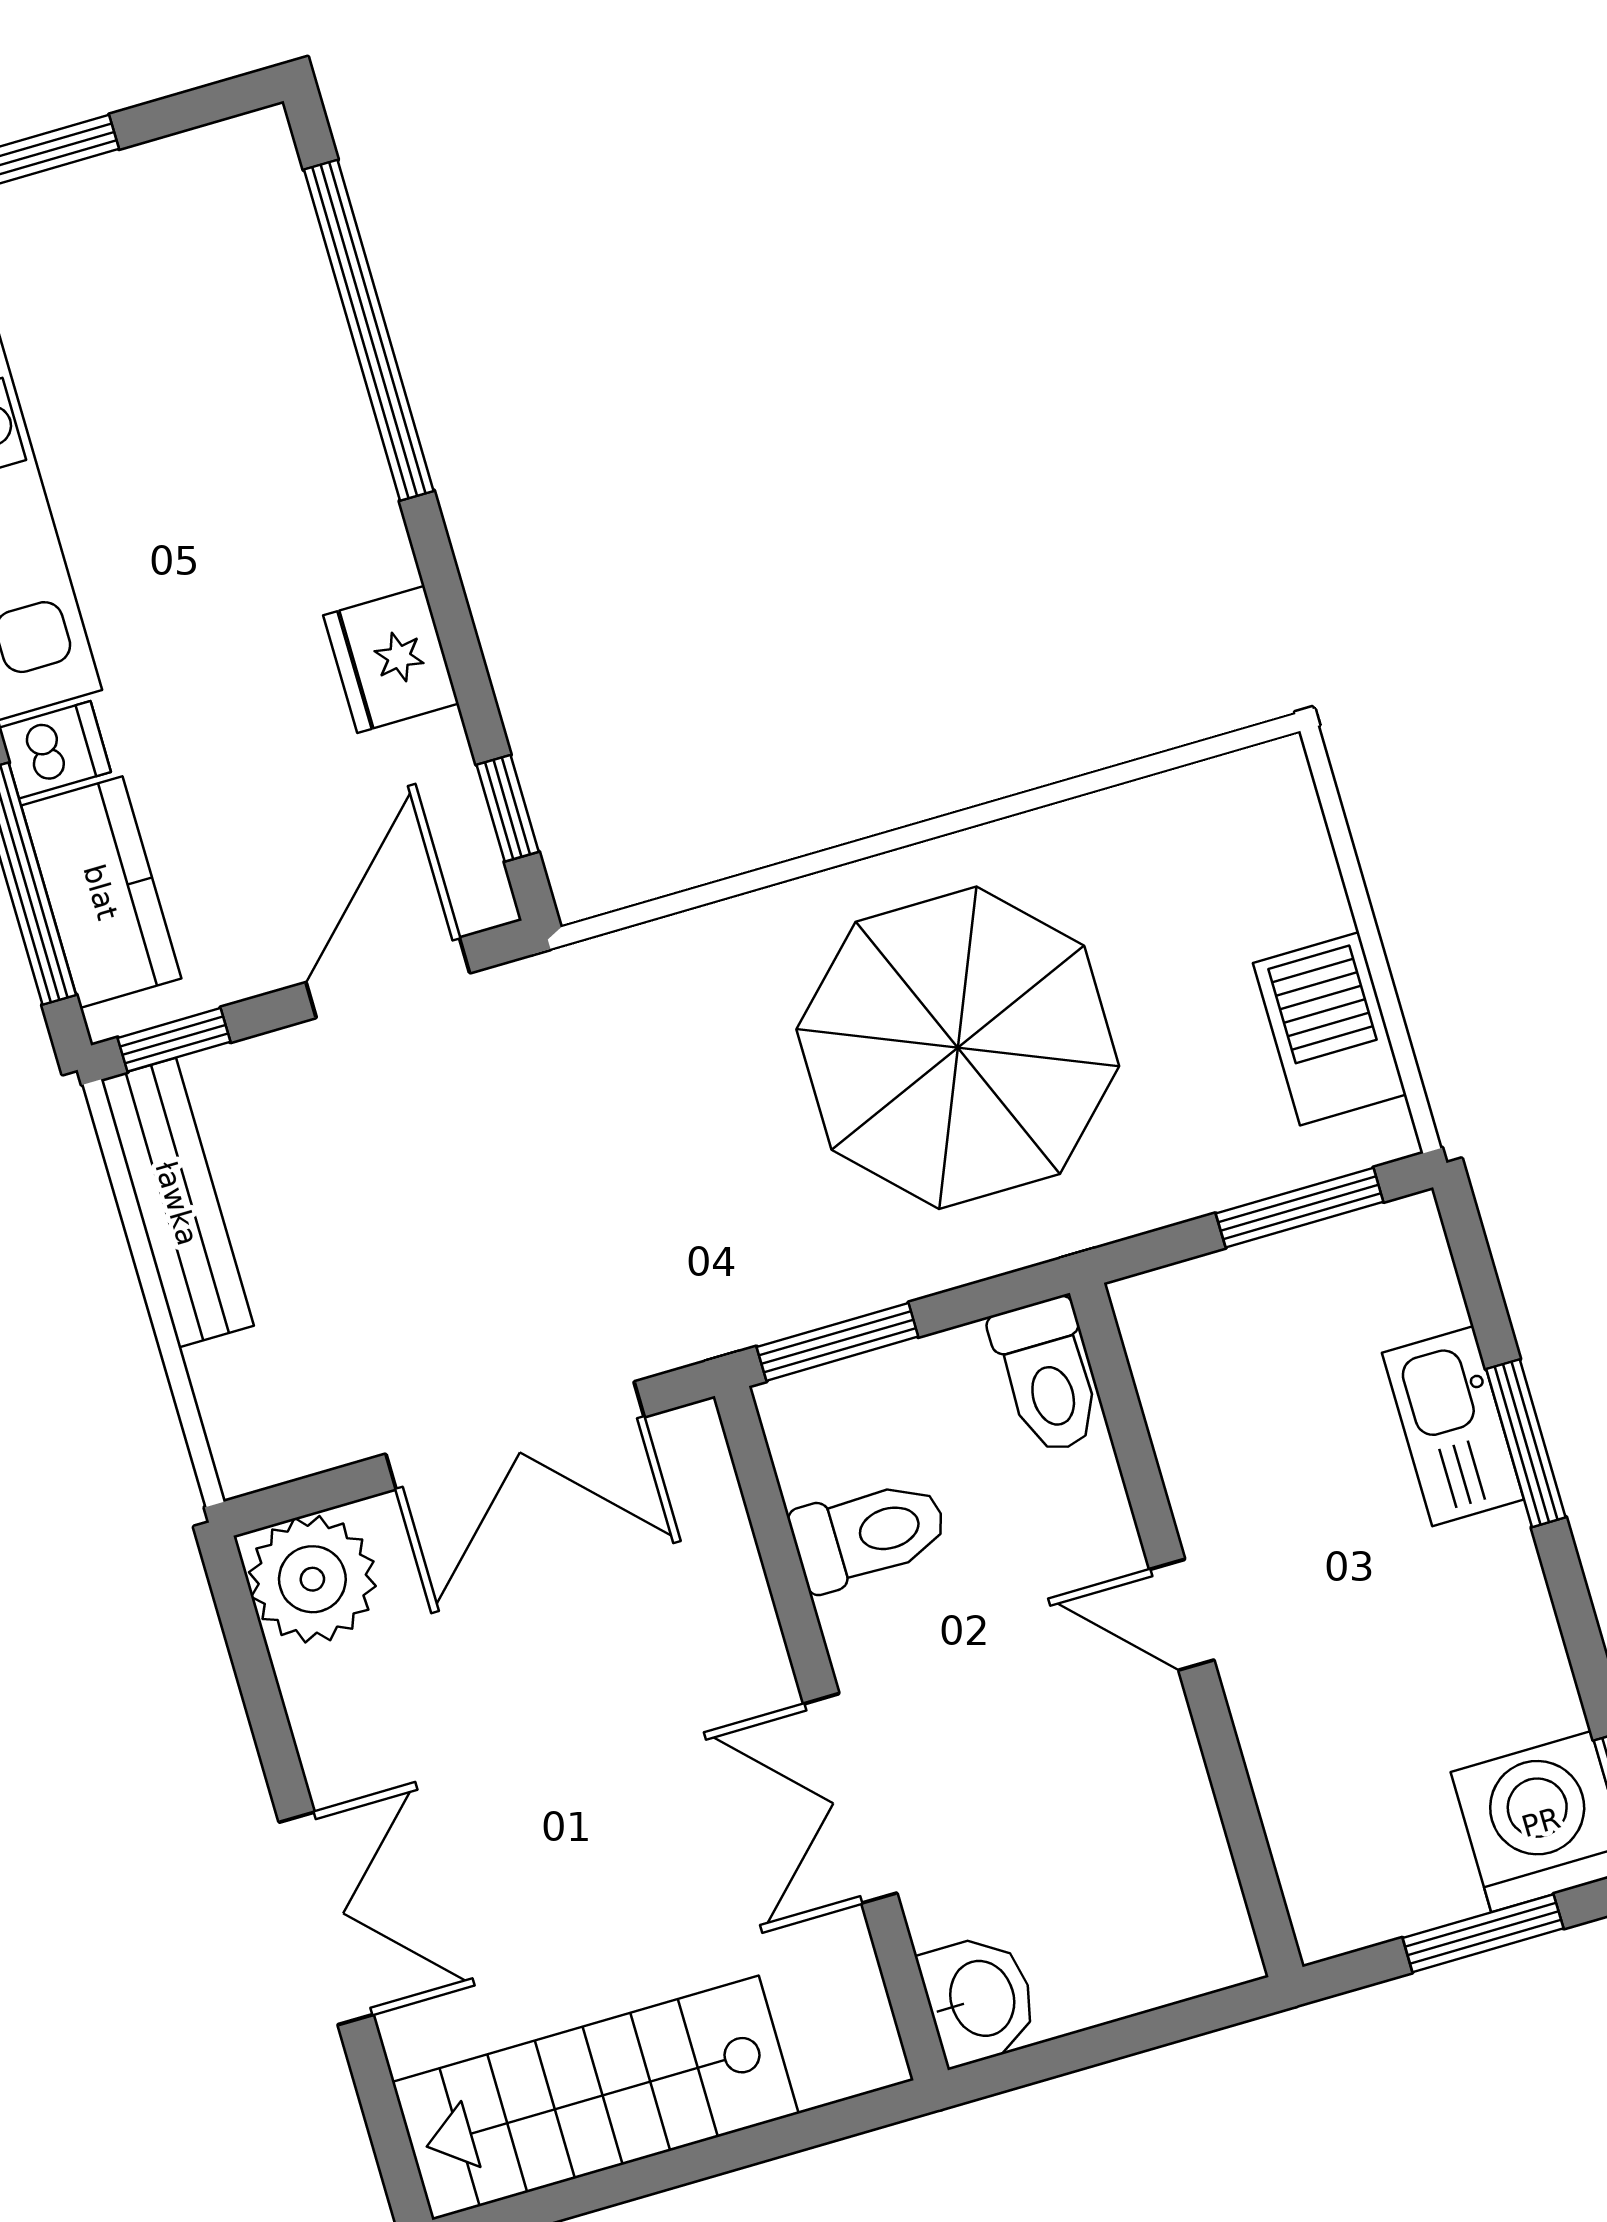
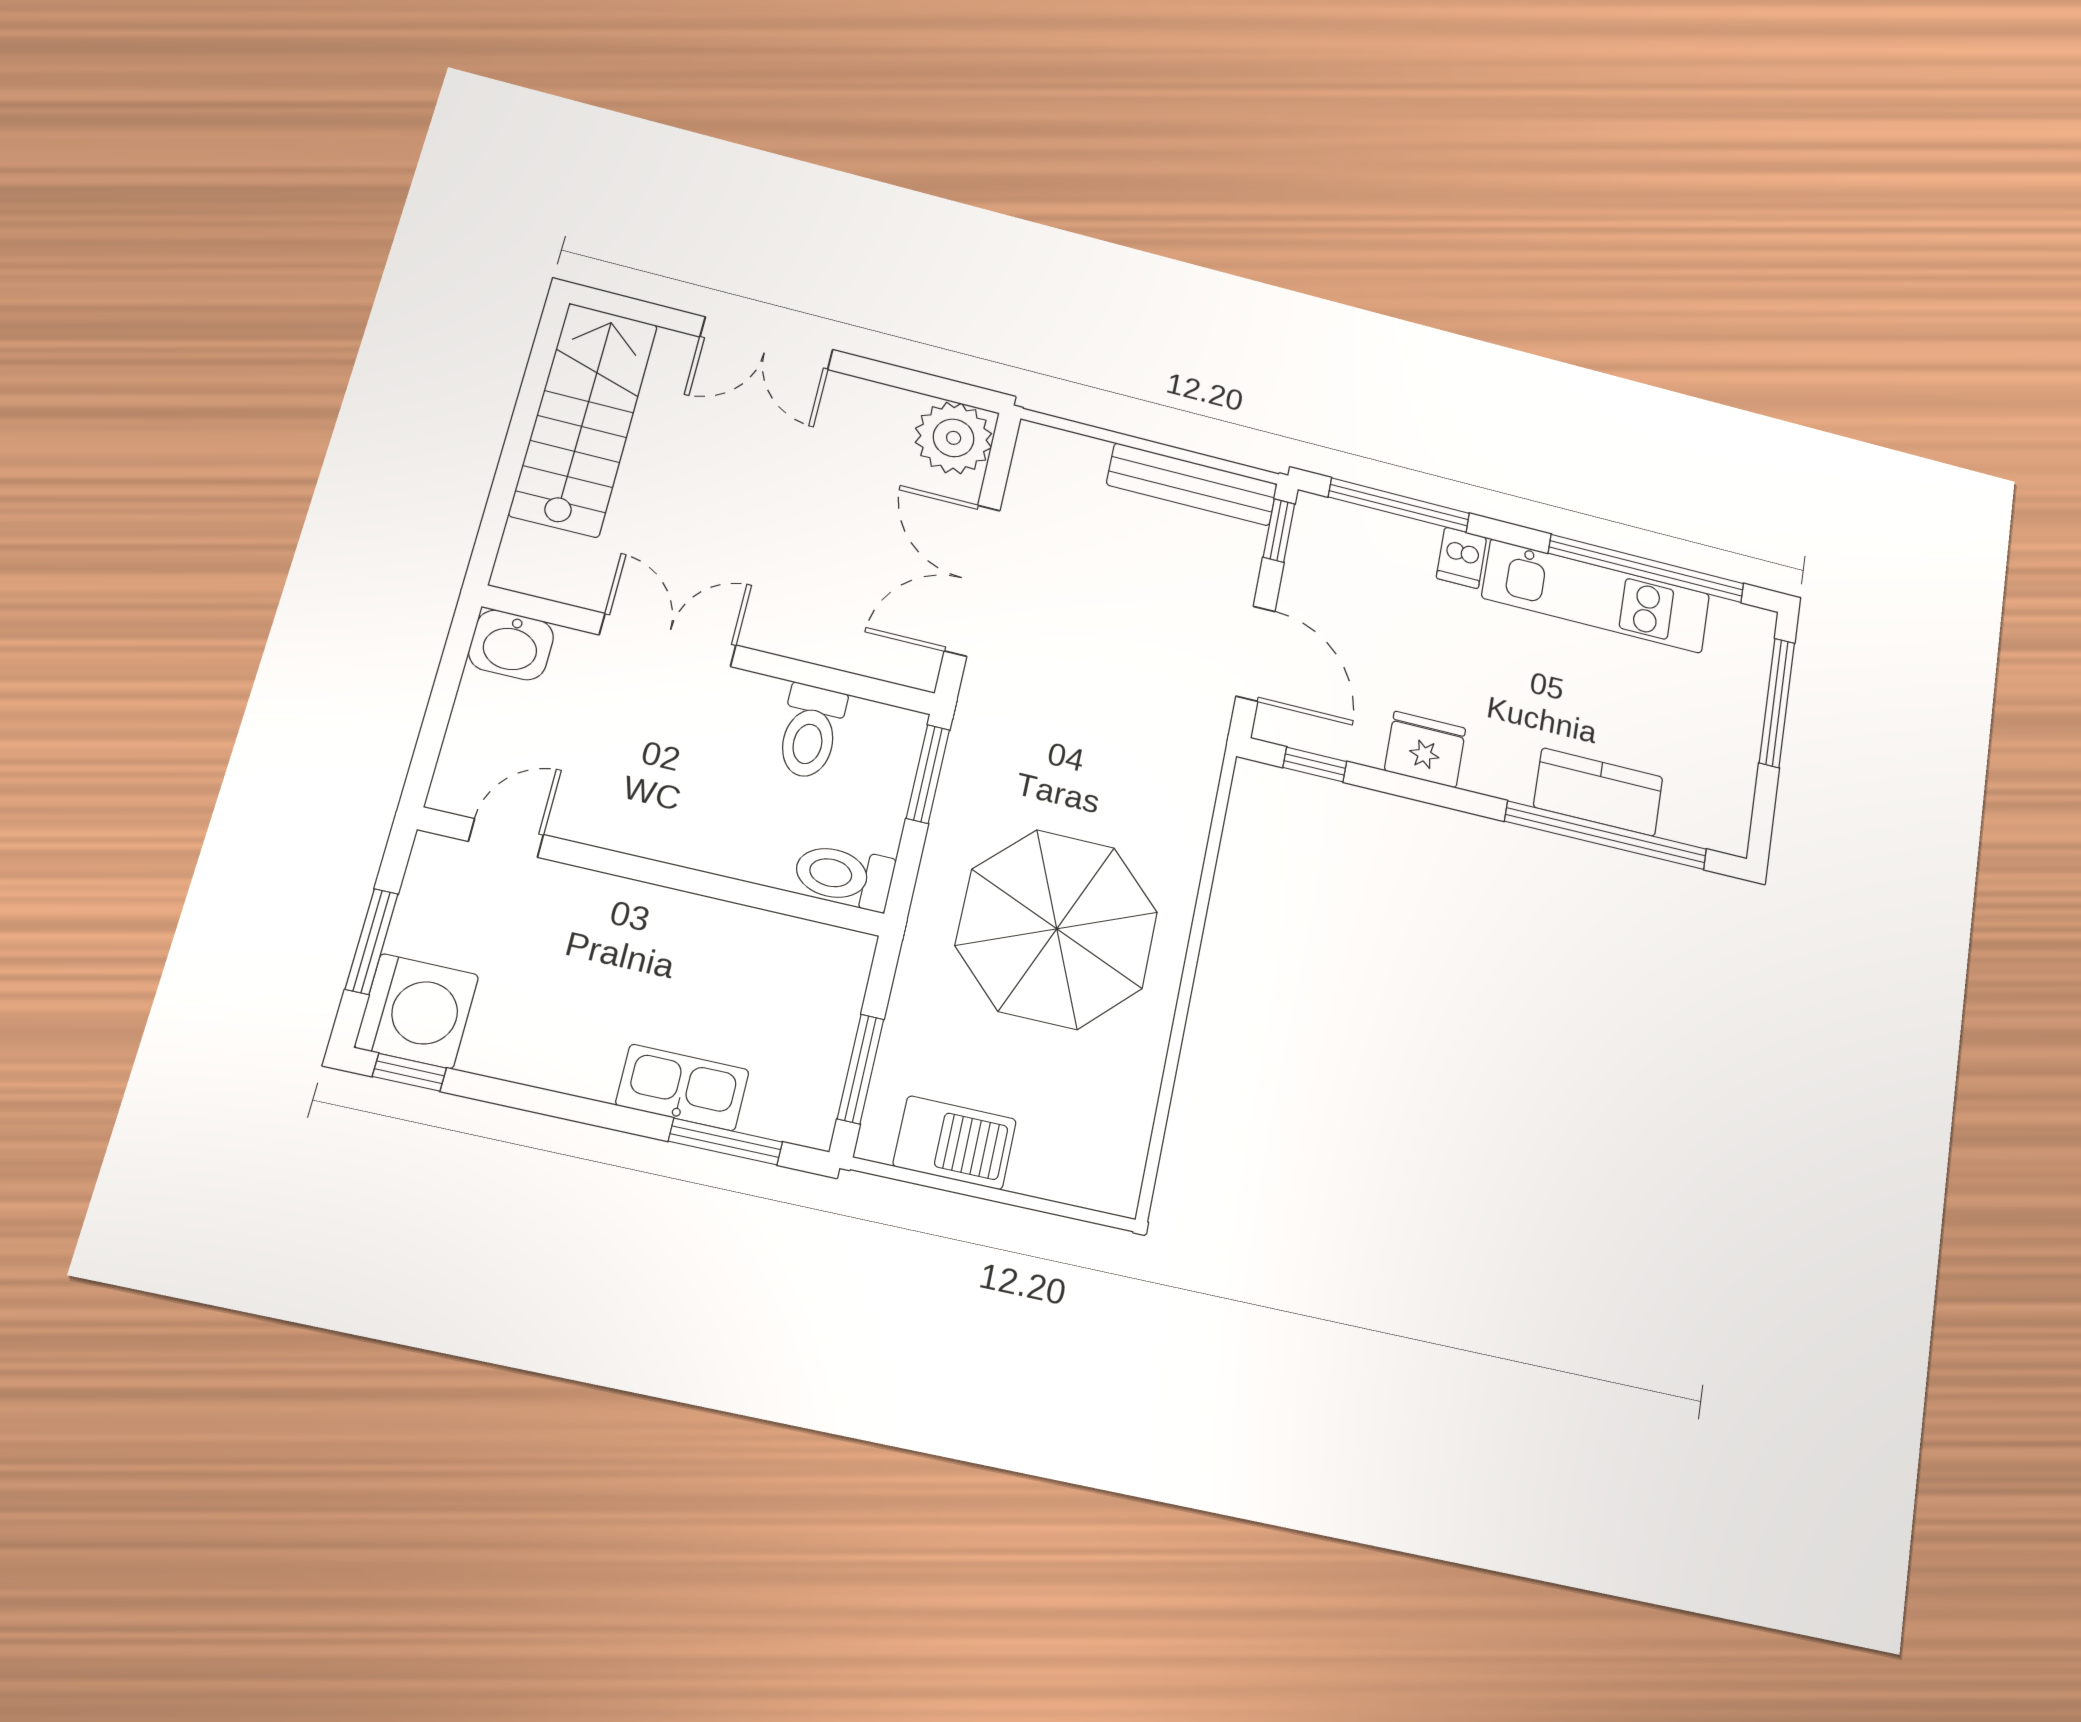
kitchen counter: (101, 892) -> (1598, 792), moved, turned 180
window: (1526, 1443) -> (725, 1142), moved
door: (1182, 1615) -> (506, 838), moved

